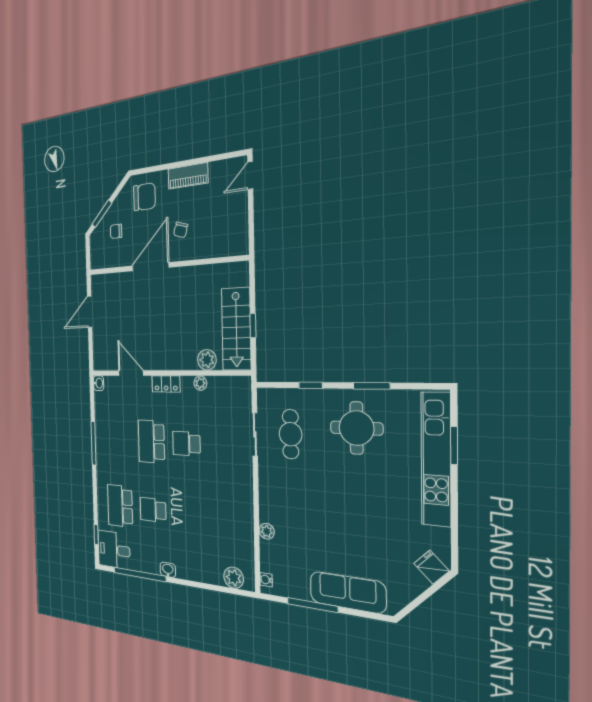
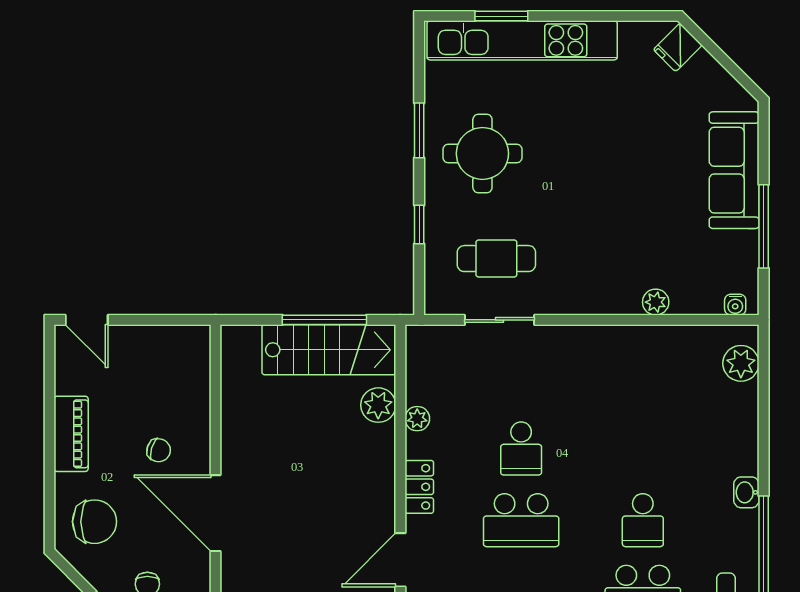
chair: (144, 197) -> (95, 522), turned 90
window: (253, 326) -> (324, 320), width x2.17

